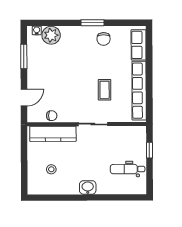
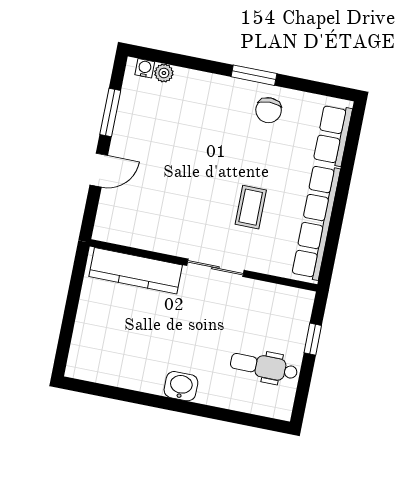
plant: (51, 35) -> (164, 73), width x0.53, depth x0.53
door: (24, 98) -> (99, 170), moved
chair: (52, 116) -> (140, 236), removed
stool: (51, 169) -> (119, 338), removed

